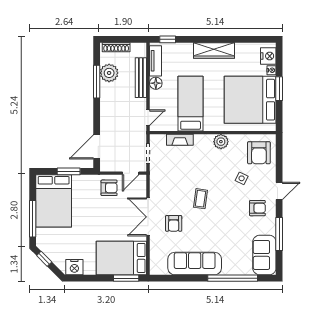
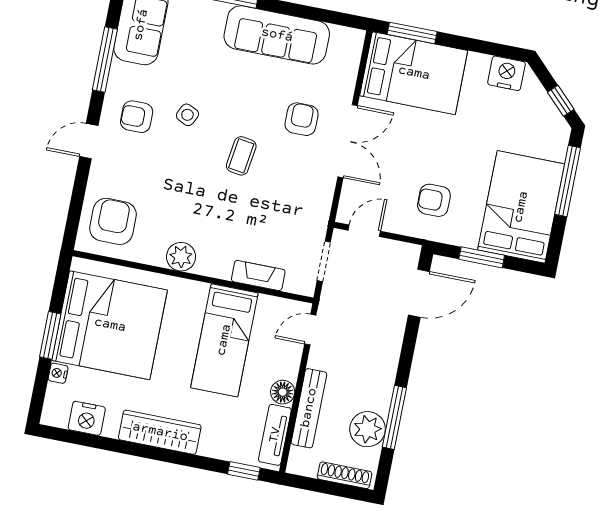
nightstand: (268, 56) -> (87, 418), moved, turned -90
side table: (242, 178) -> (187, 115), moved
armchair: (109, 188) -> (434, 200), moved

